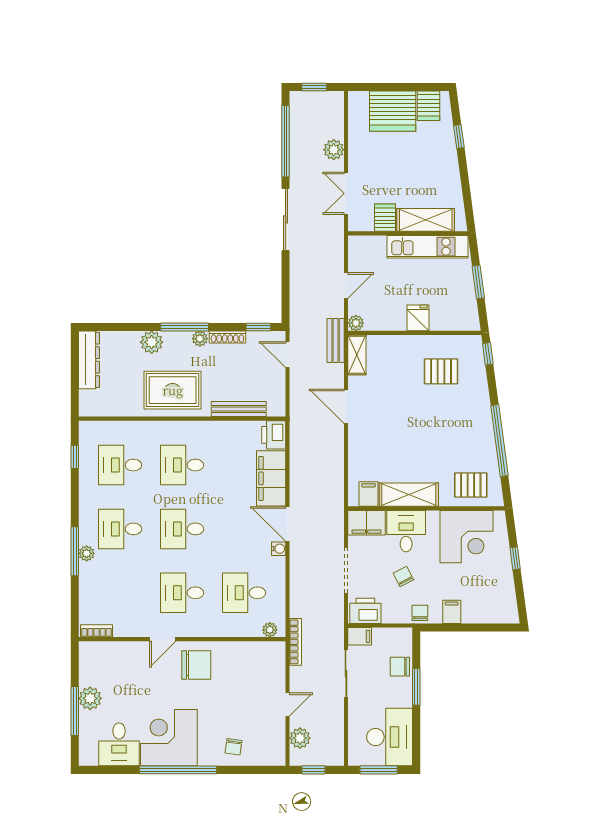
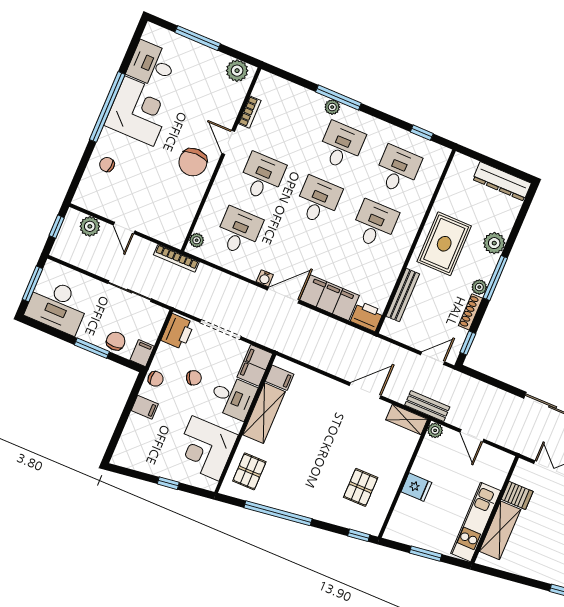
bookcase: (97, 631) -> (250, 112), moved
filing cabinet: (360, 636) -> (142, 353), moved, turned 180
plant: (90, 698) -> (237, 71), moved

